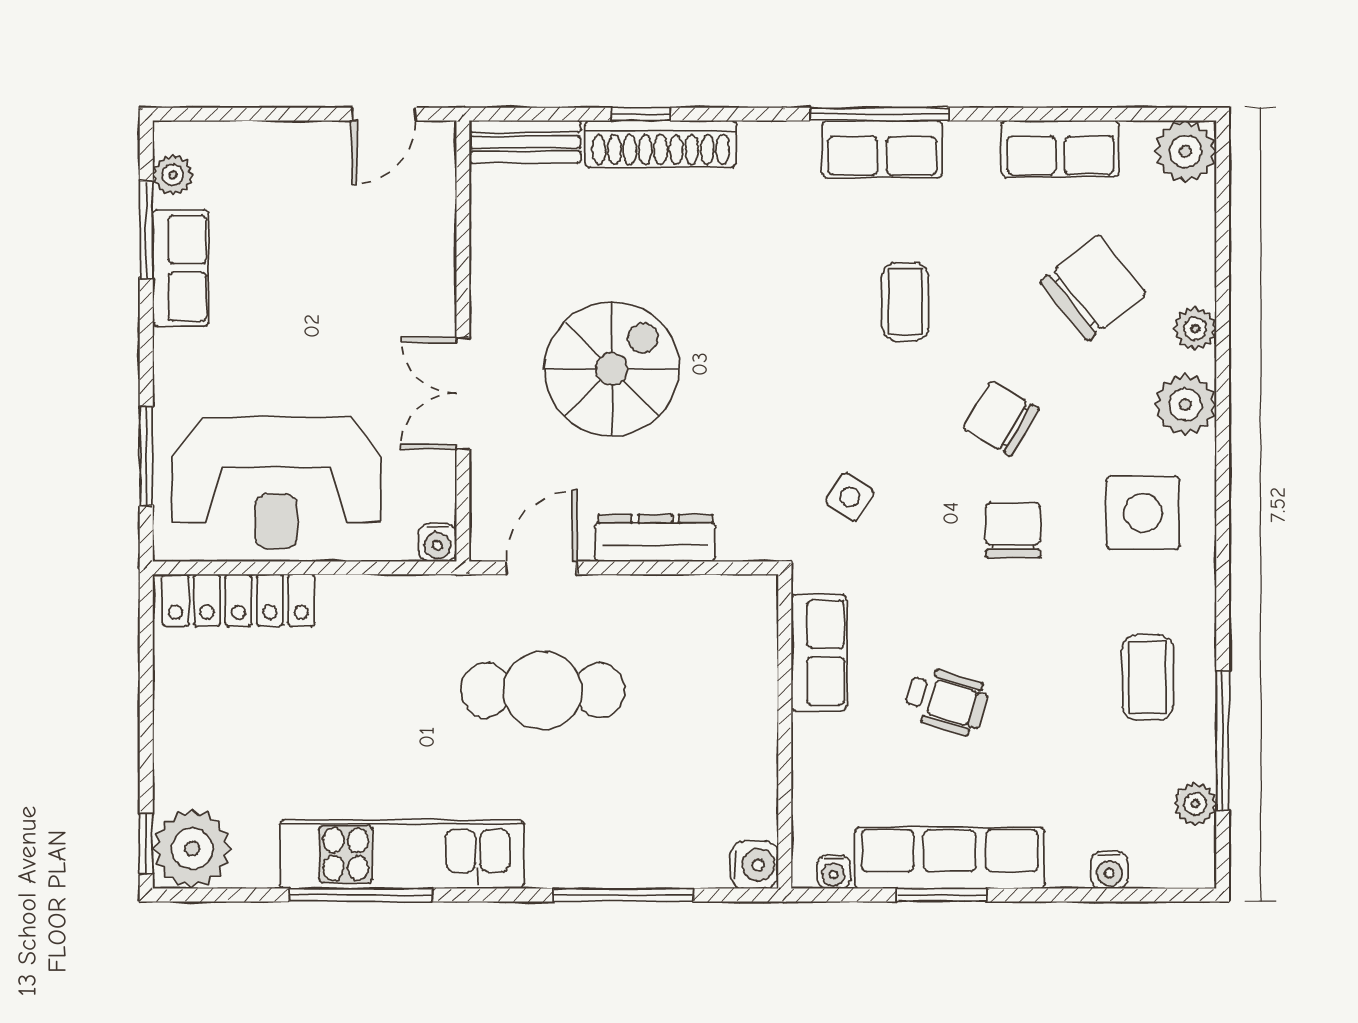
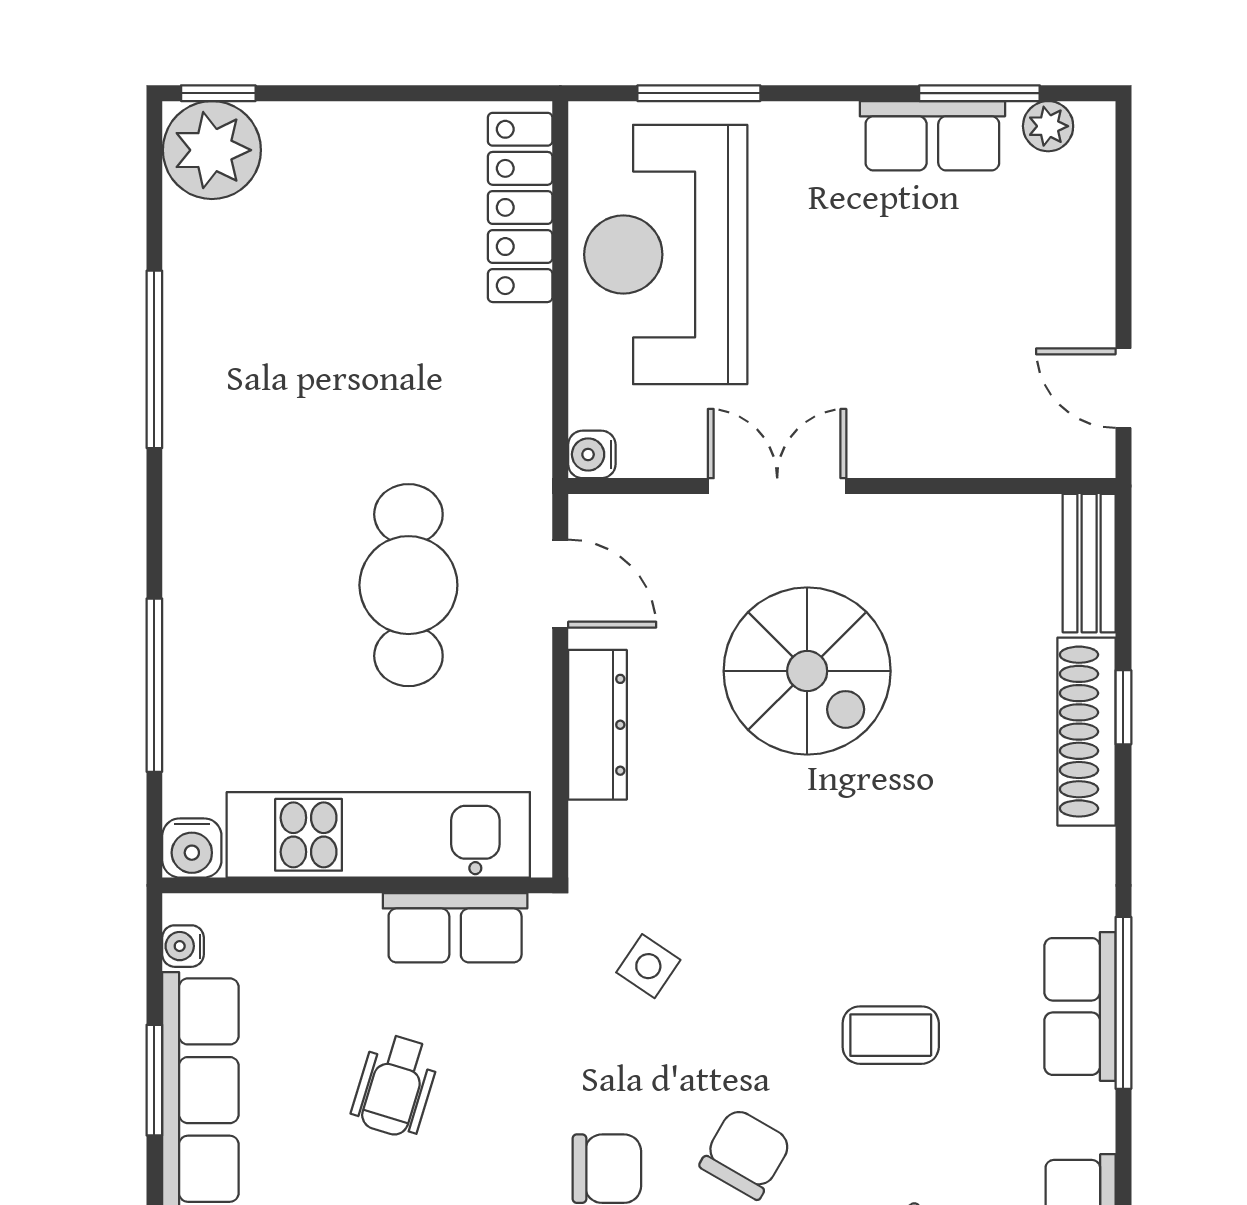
kitchen unit: (402, 854) -> (378, 835), moved, turned -90

